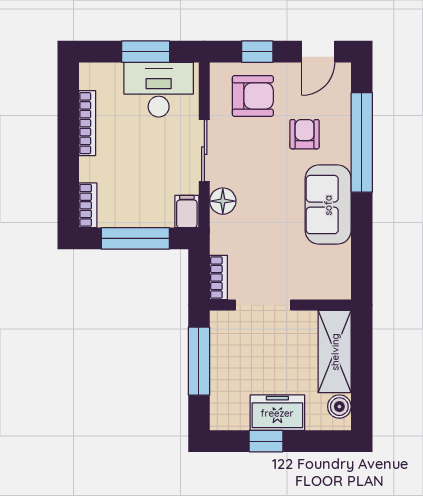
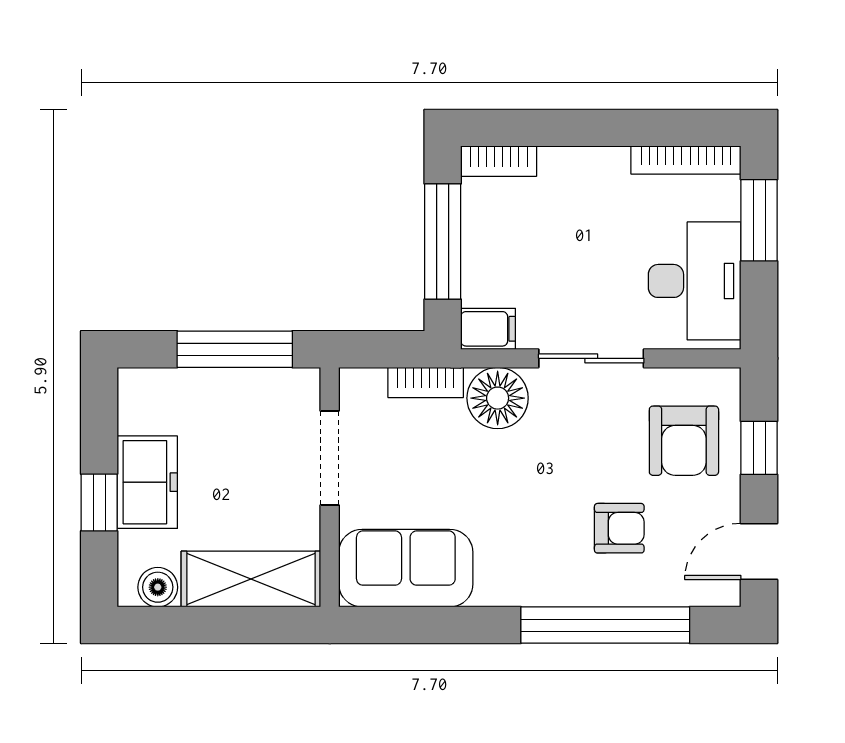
window: (146, 52) -> (759, 220), moved
door: (318, 52) -> (759, 551), hinge flipped
bookcase: (87, 123) -> (686, 160), moved
floor lamp: (223, 201) -> (498, 398), width x1.38, depth x1.38
sofa: (328, 205) -> (406, 568), moved
bookcase: (219, 277) -> (426, 382), moved
window: (266, 441) -> (99, 502), moved

